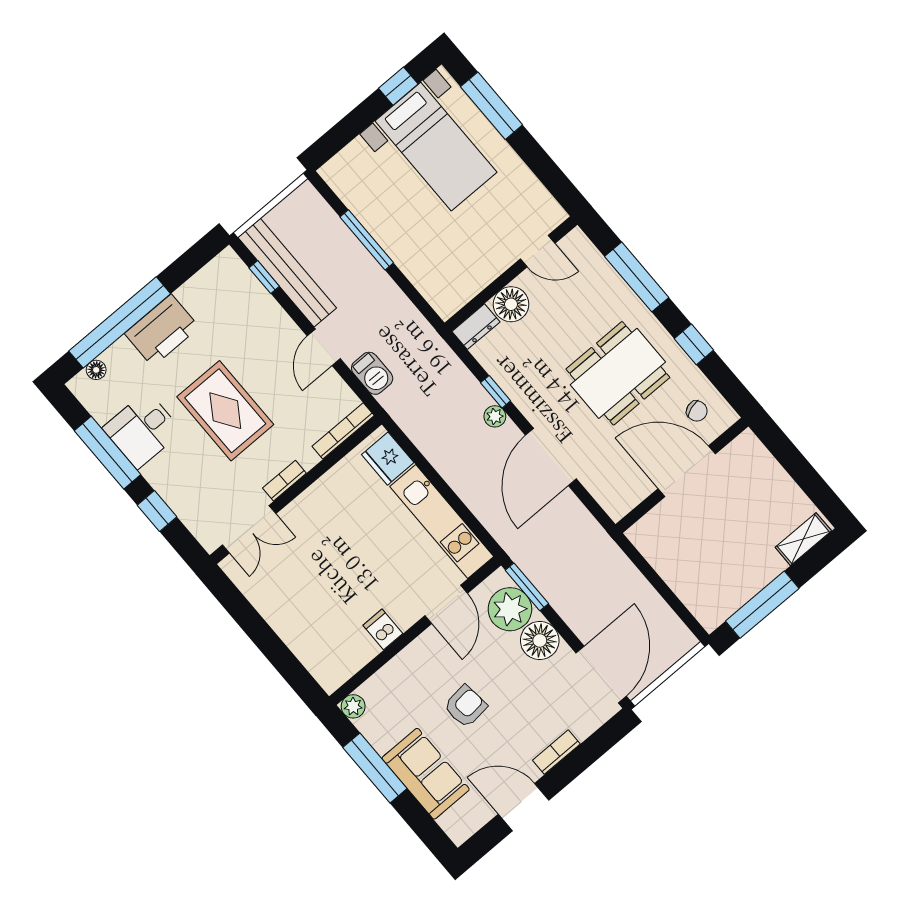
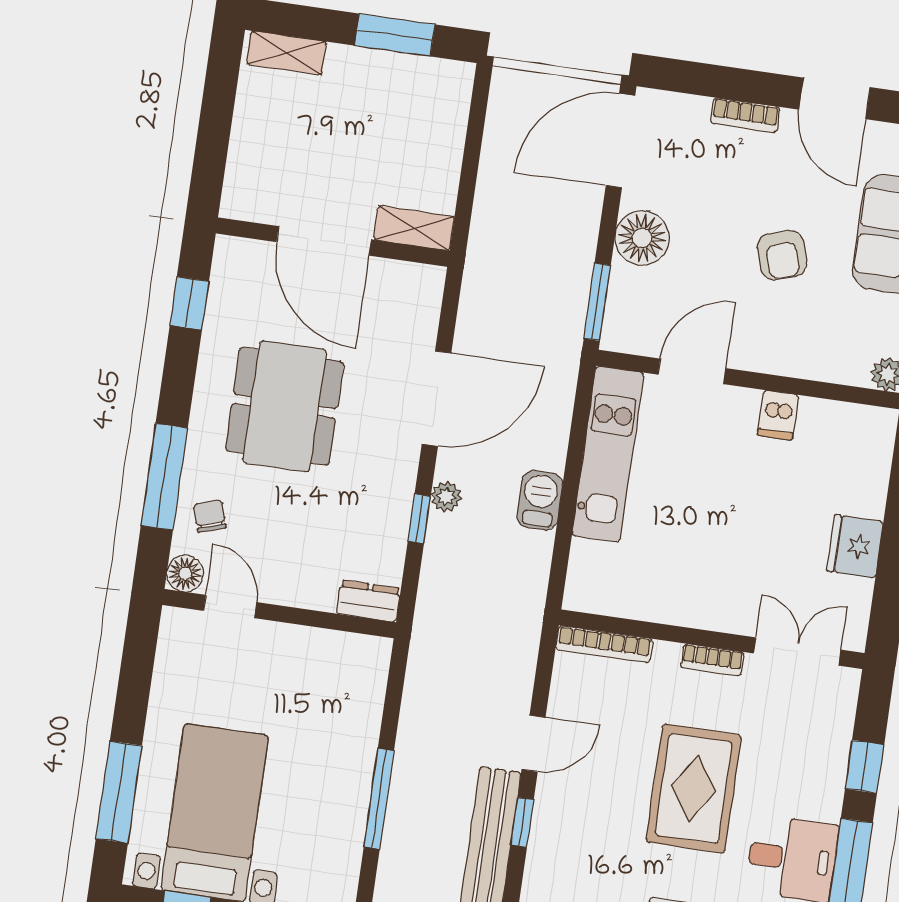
window: (264, 277) -> (522, 822), moved
floor lamp: (511, 304) -> (185, 573), moved, width x0.73, depth x0.73
window: (694, 344) -> (189, 303), moved
barbecue: (372, 373) -> (540, 500), moved
dining table: (618, 373) -> (284, 406), turned 90
chair: (697, 411) -> (210, 516), moved
fridge: (388, 459) -> (855, 546), moved, turned 180
shelving: (651, 525) -> (414, 228), added
window: (762, 605) -> (395, 35), width x0.69
plant: (510, 609) -> (637, 299), removed
armchair: (465, 706) -> (782, 255), turned -101

